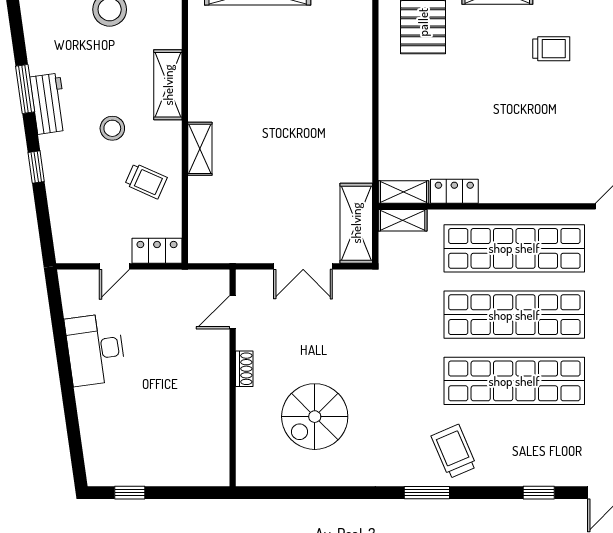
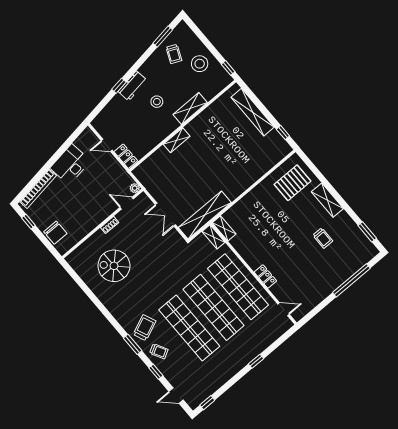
window: (25, 89) -> (163, 36), moved
workbench: (49, 104) -> (133, 86), moved
trolley: (146, 181) -> (174, 54), moved
locker: (454, 191) -> (265, 276), moved
shelving: (356, 223) -> (205, 215), width x1.47
plant: (219, 279) -> (135, 188), added
bookcase: (91, 433) -> (38, 189), added
trolley: (510, 460) -> (159, 351), added
chair: (183, 465) -> (55, 233), added
window: (427, 493) -> (133, 344), moved

